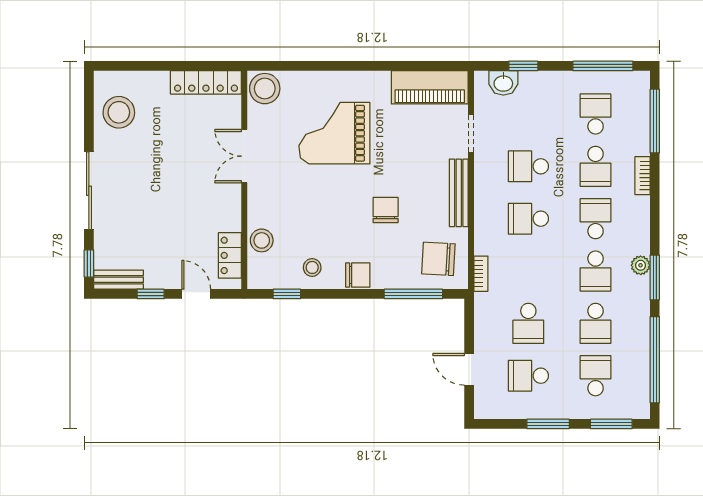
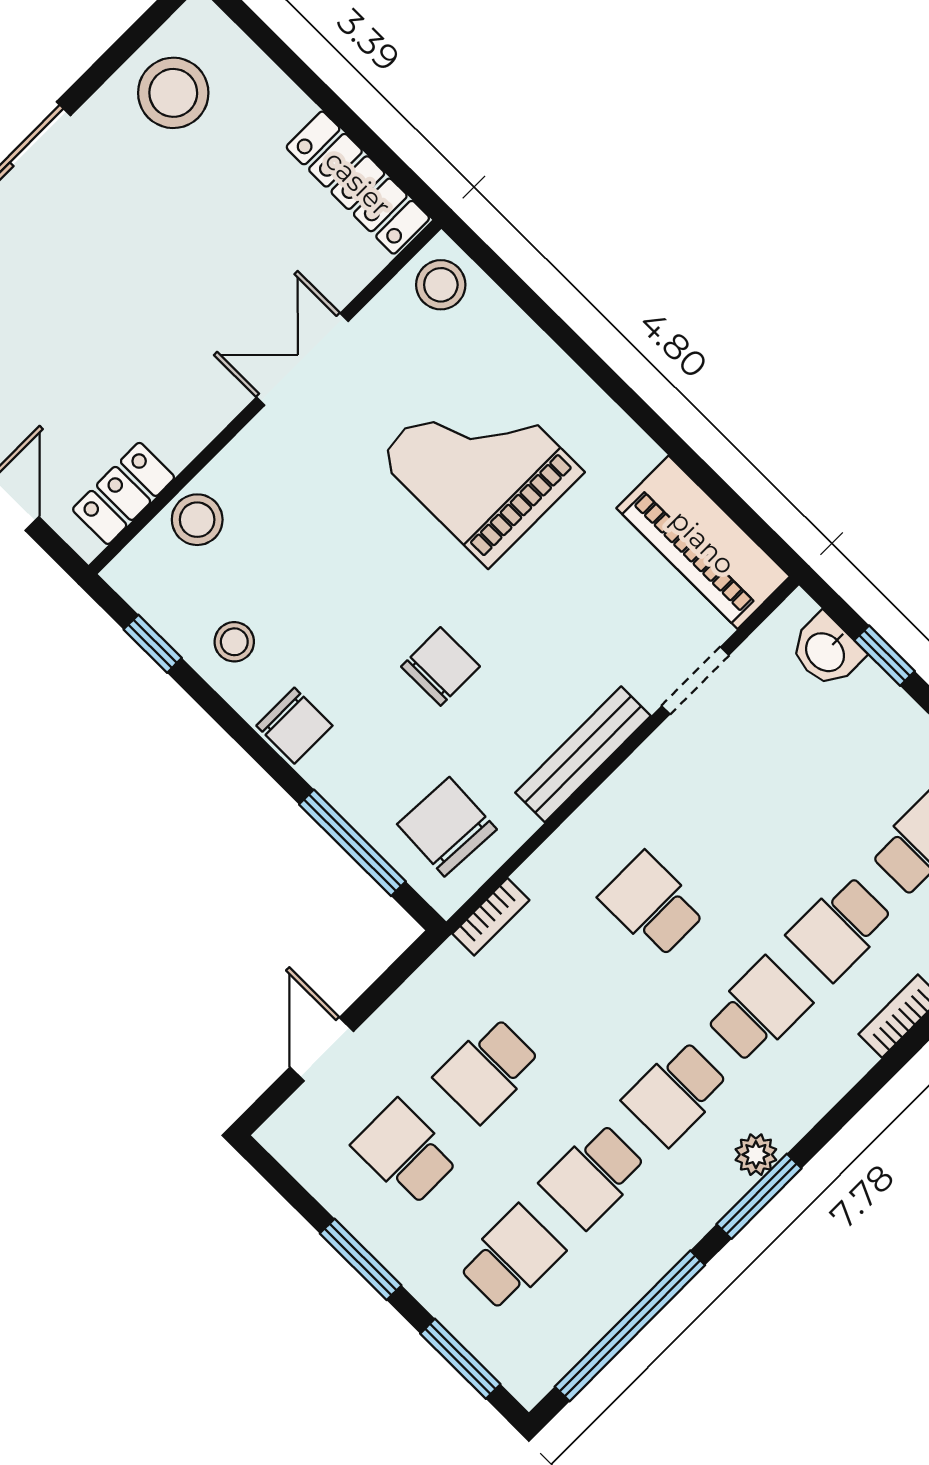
stool: (265, 89) -> (441, 285), width x0.73, depth x0.73
school desk: (528, 166) -> (734, 822), removed

